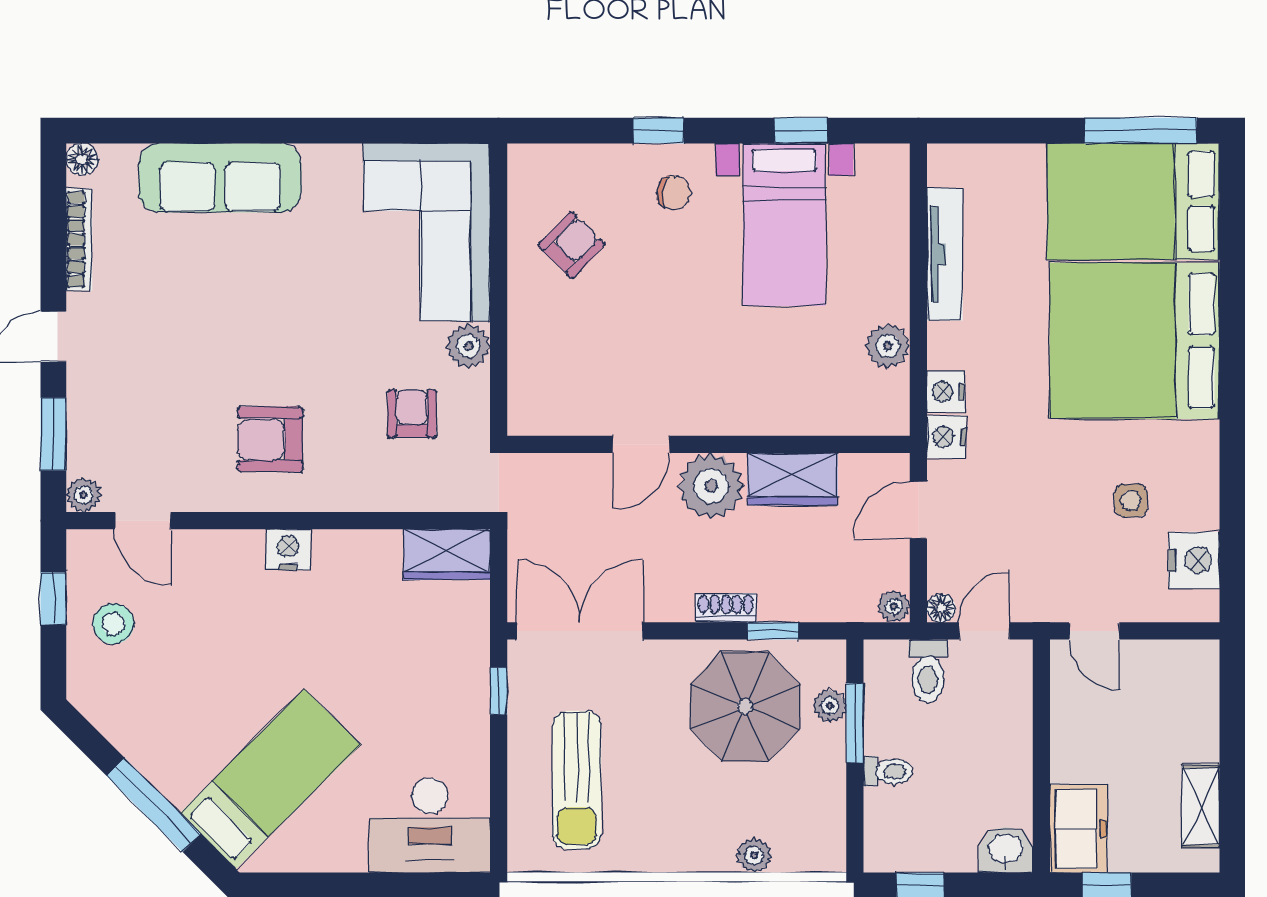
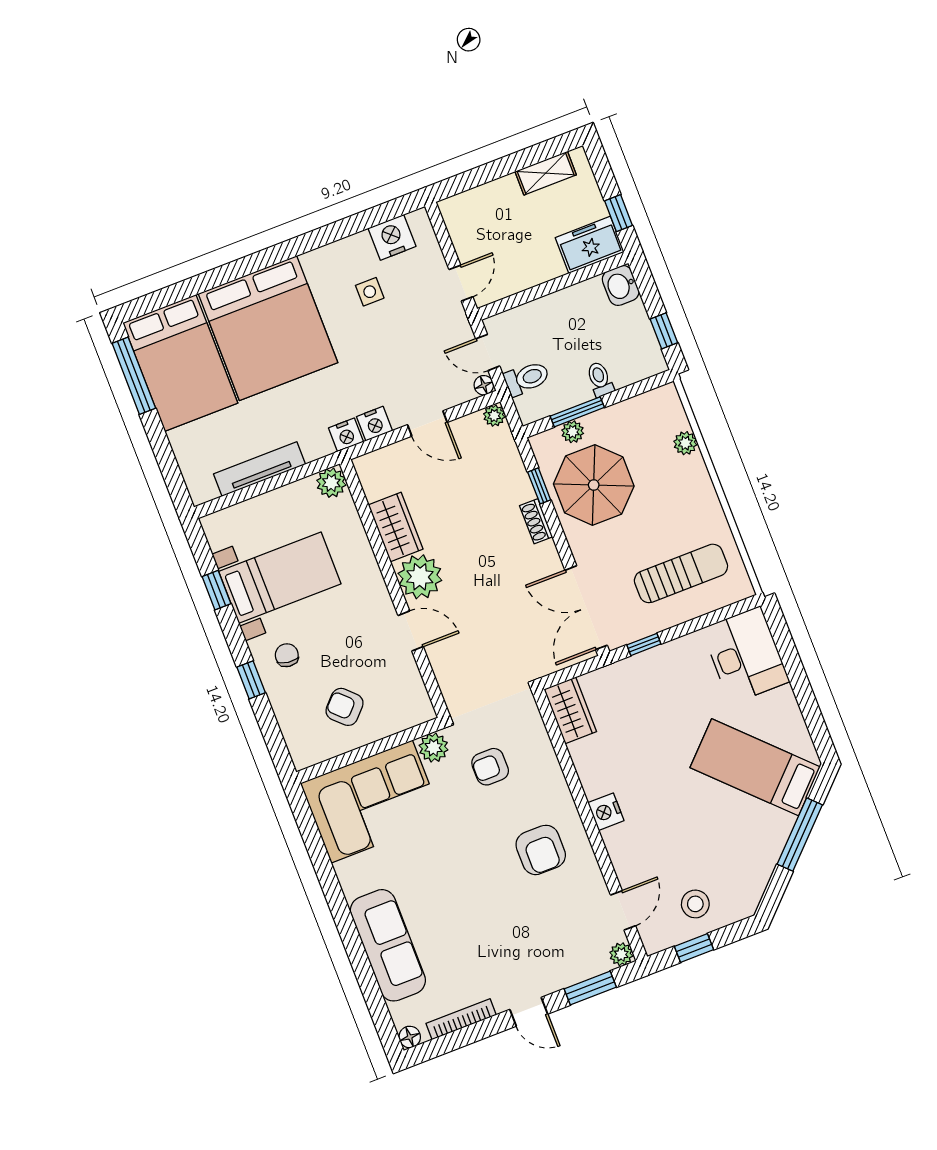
door: (641, 444) -> (411, 631), moved
wall: (709, 444) -> (394, 589), moved
wardrobe: (793, 479) -> (396, 527), moved
plant: (711, 486) -> (420, 577), moved

